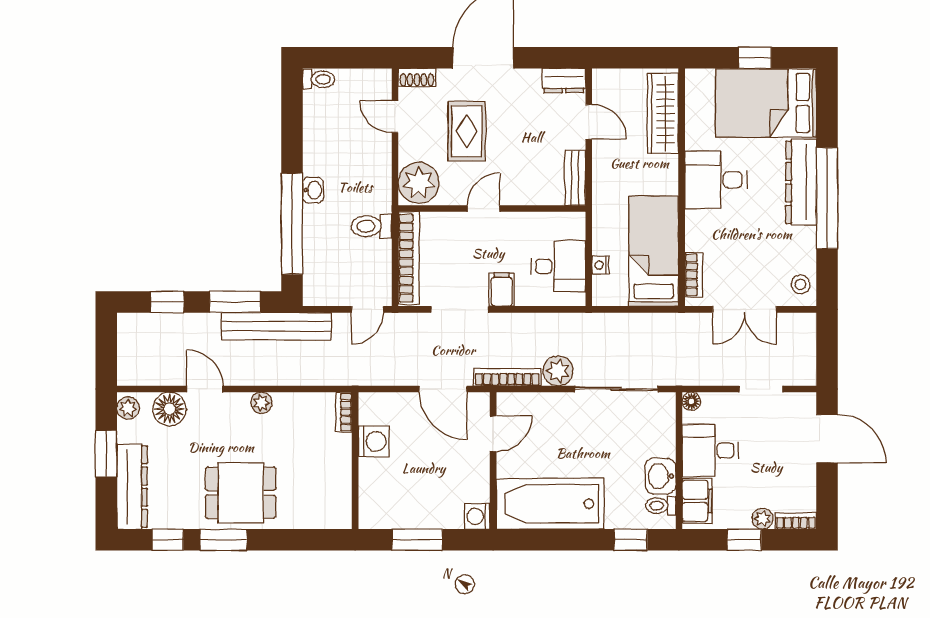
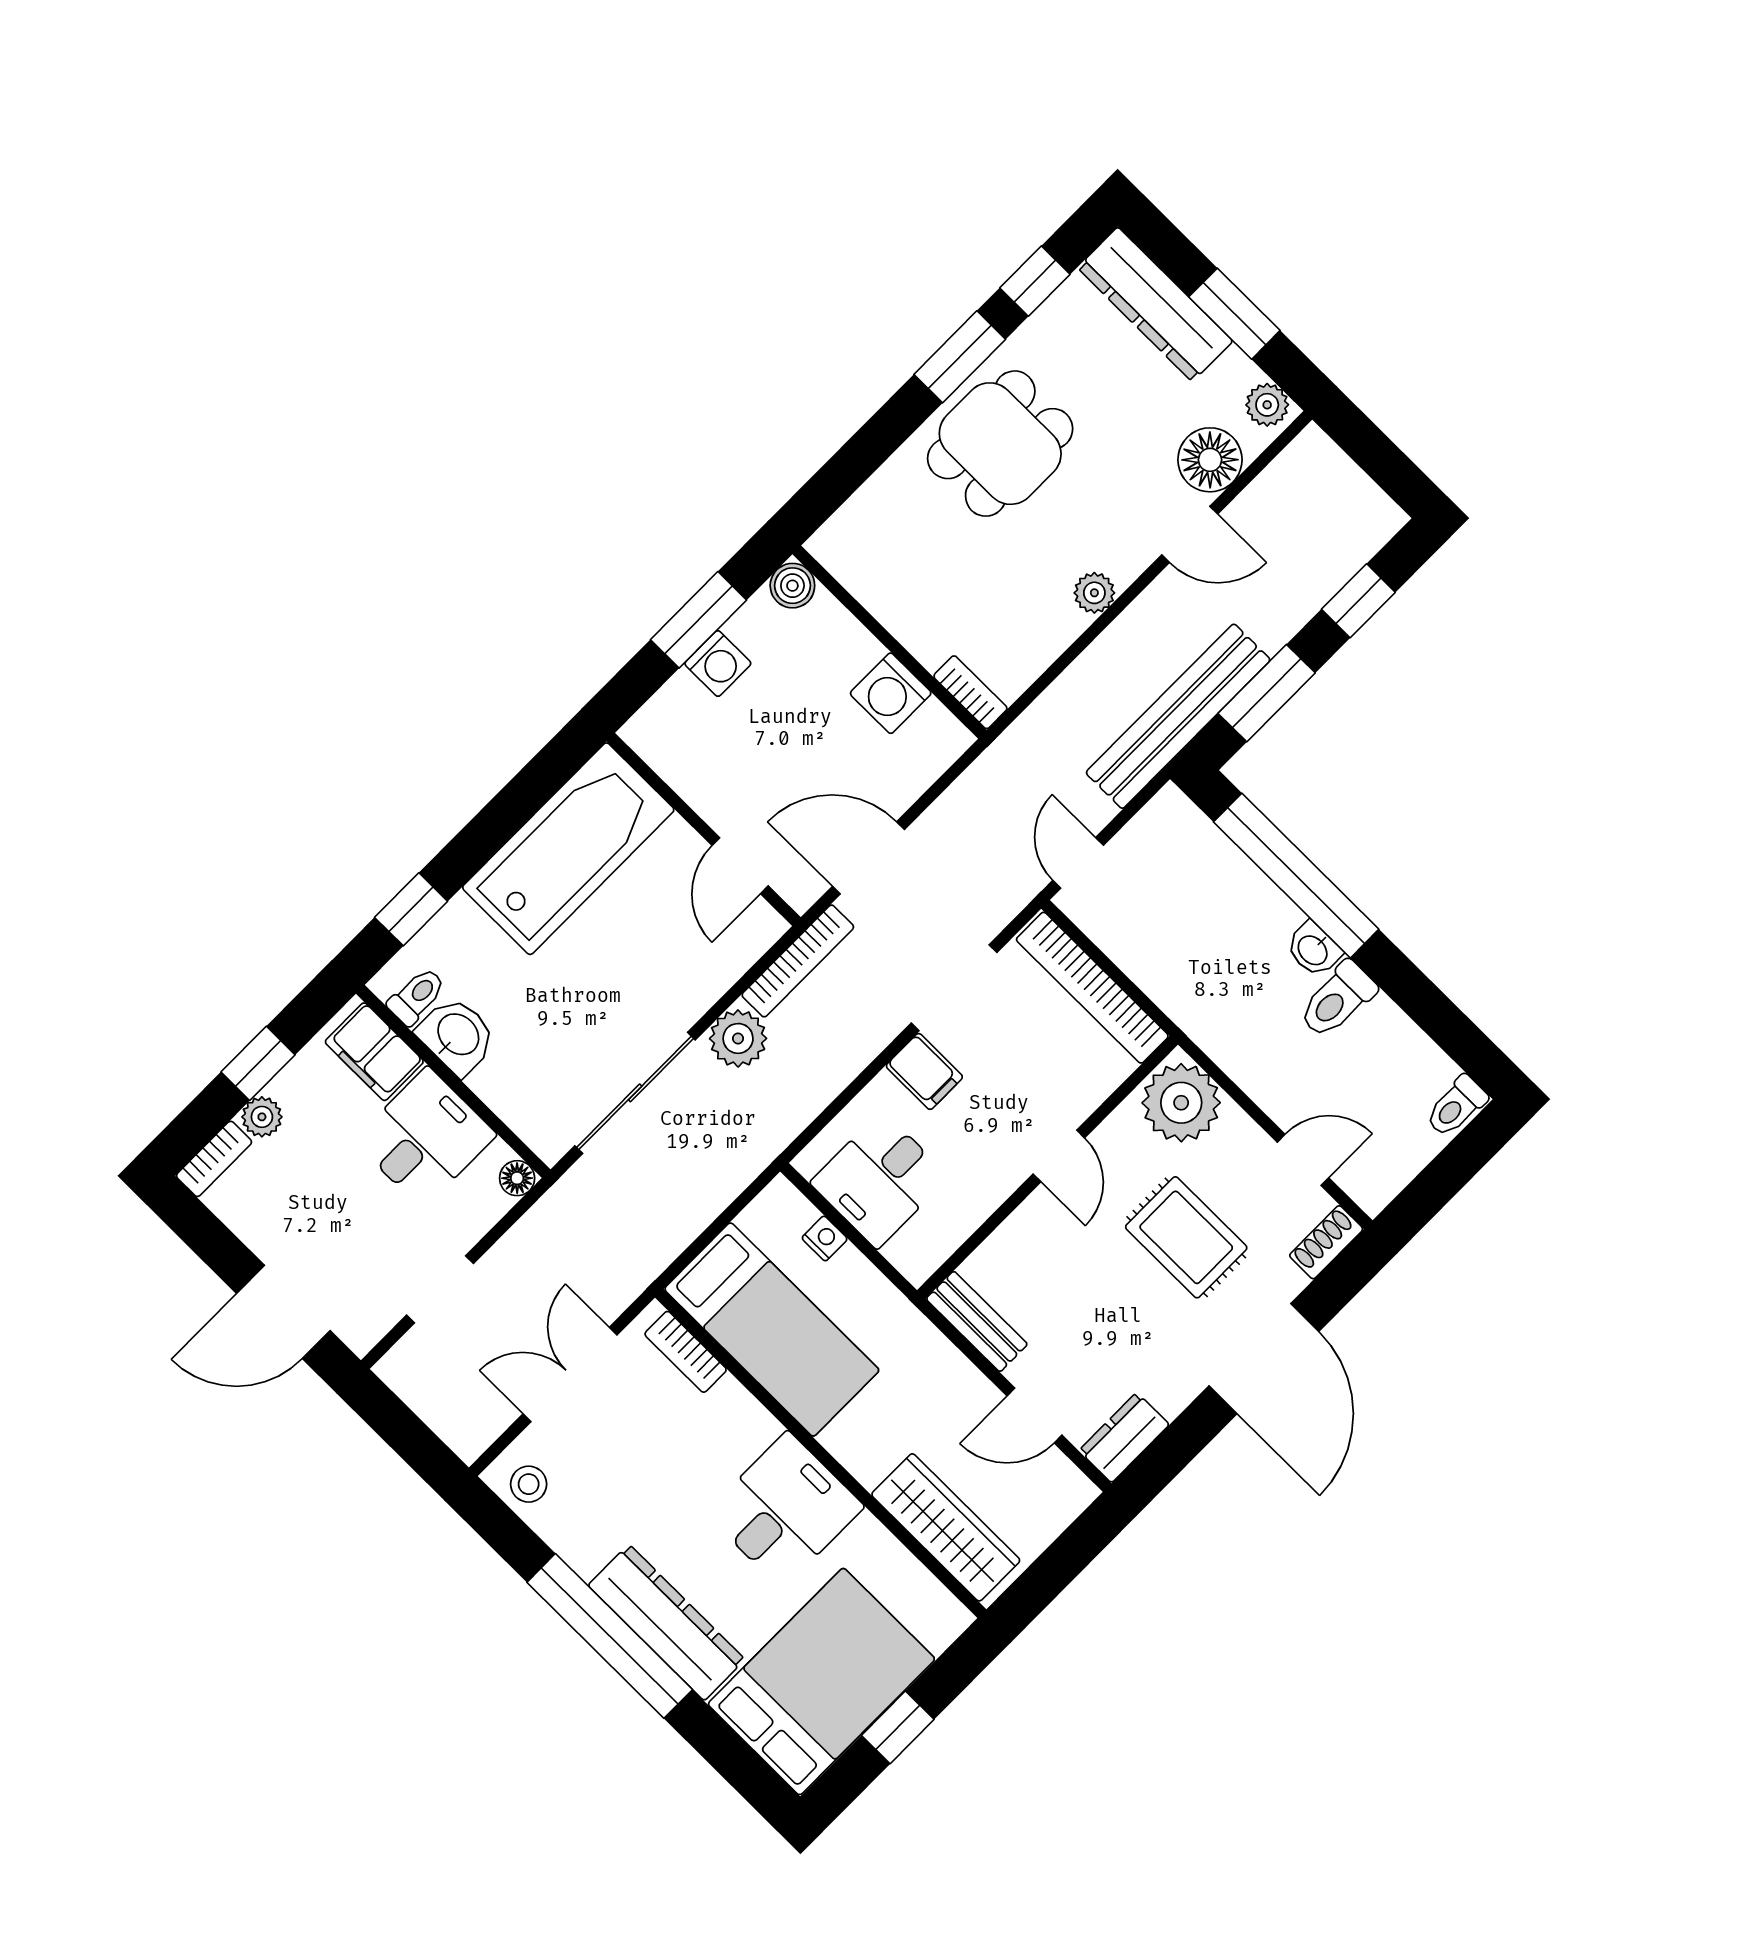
toilet: (371, 226) -> (1337, 1000), moved, turned 180
washing machine: (477, 516) -> (718, 664), moved, turned 90
boiler: (370, 517) -> (792, 586), added

